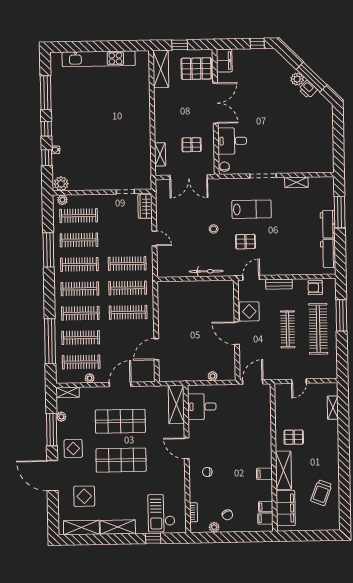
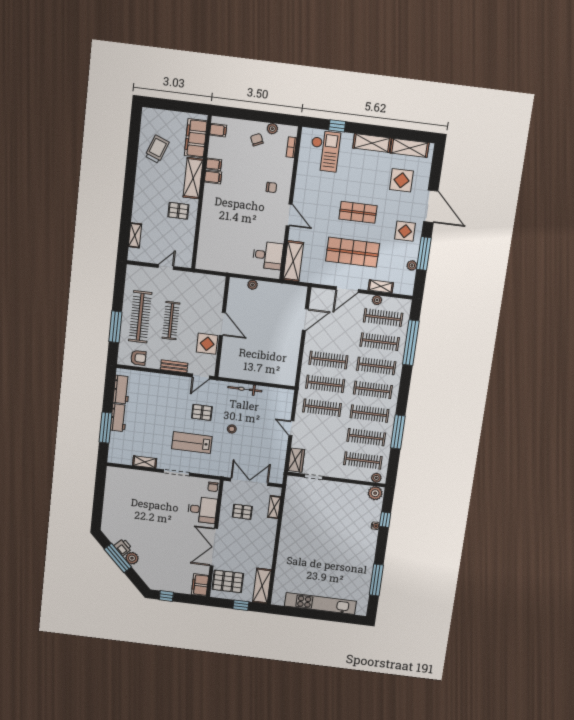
window: (46, 129) -> (381, 547), removed
door: (253, 382) -> (213, 273), removed
shelving: (68, 392) -> (381, 286), moved
shop shelf: (121, 460) -> (358, 212), width x0.70, depth x0.74
filing cabinet: (266, 507) -> (214, 164), moved

